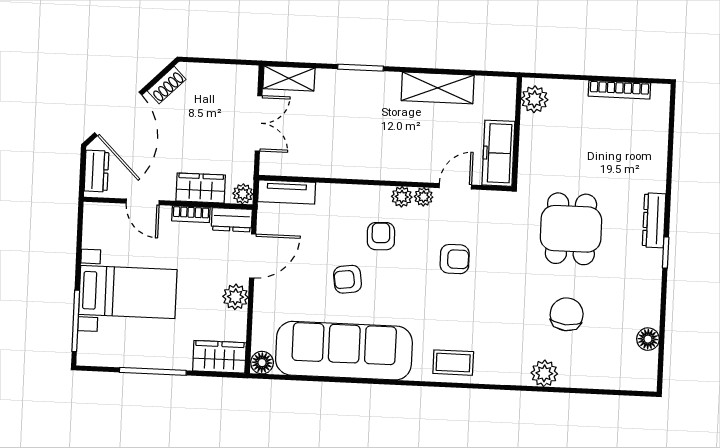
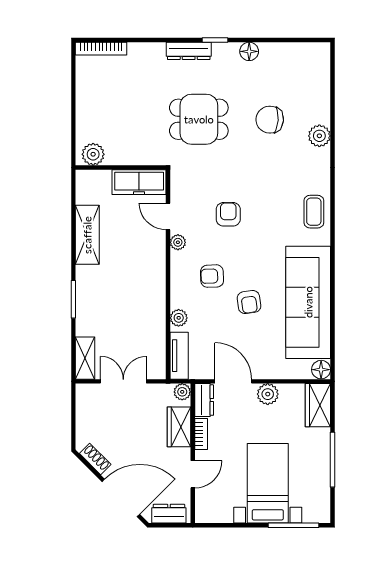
bookcase: (619, 90) -> (101, 49), moved, turned 90
plant: (402, 197) -> (179, 318), moved
floor lamp: (648, 339) -> (249, 51), moved

